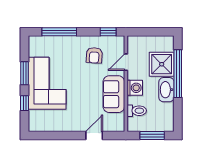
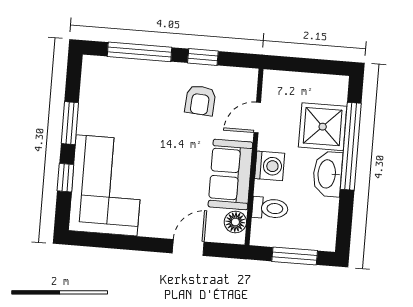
window: (108, 32) -> (203, 57), moved
corner sofa: (47, 83) -> (107, 185), moved
floor lamp: (119, 120) -> (235, 222), added

